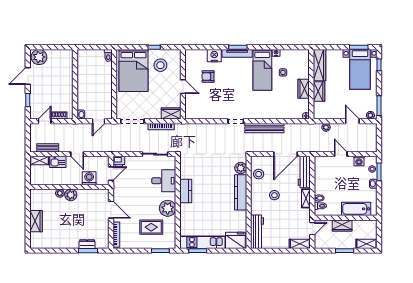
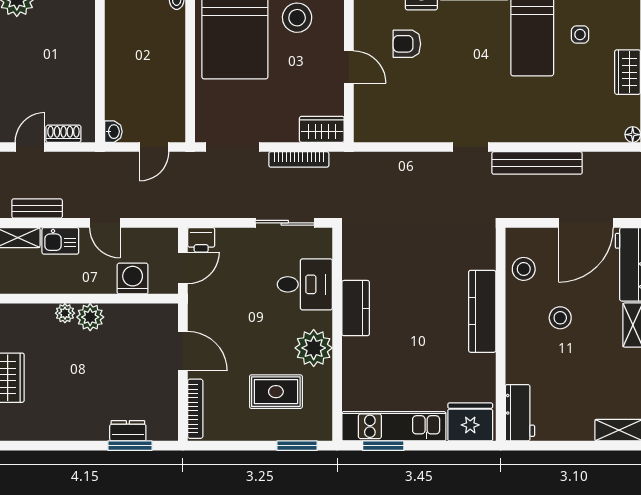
plant: (241, 168) -> (482, 255), removed
workbench: (257, 232) -> (520, 413), width x0.73

